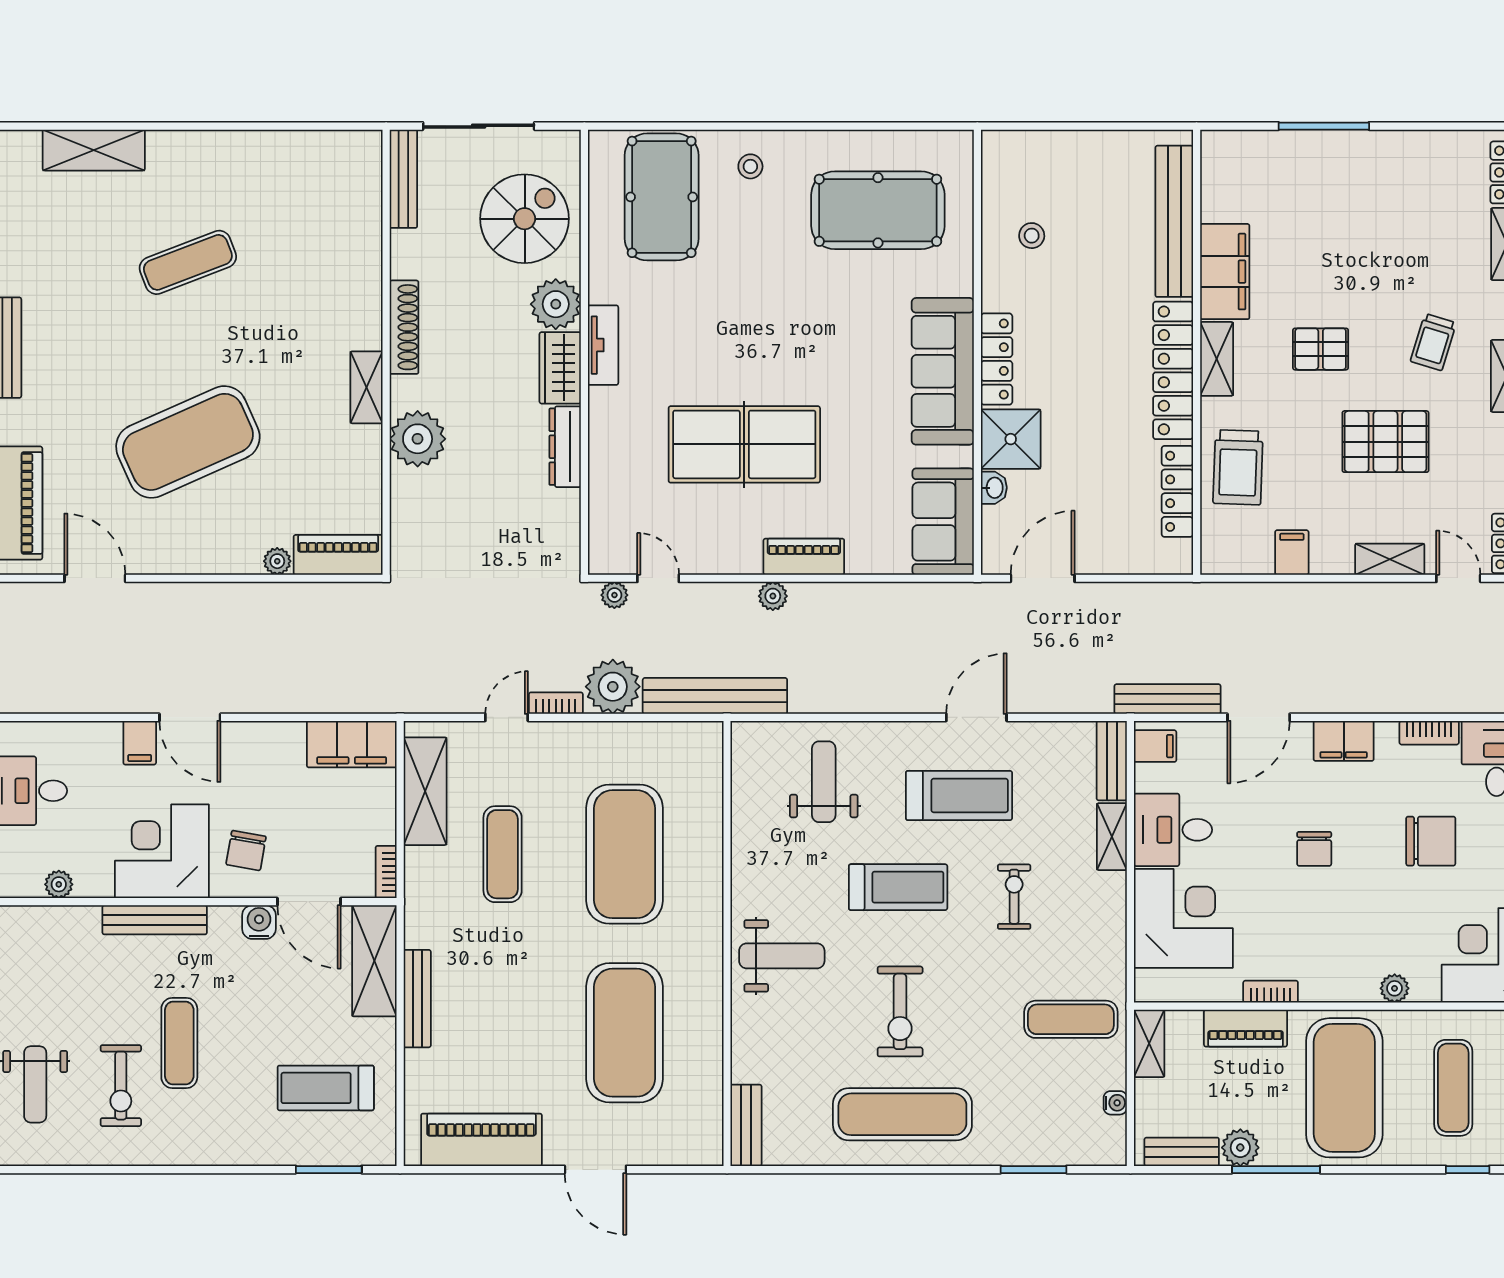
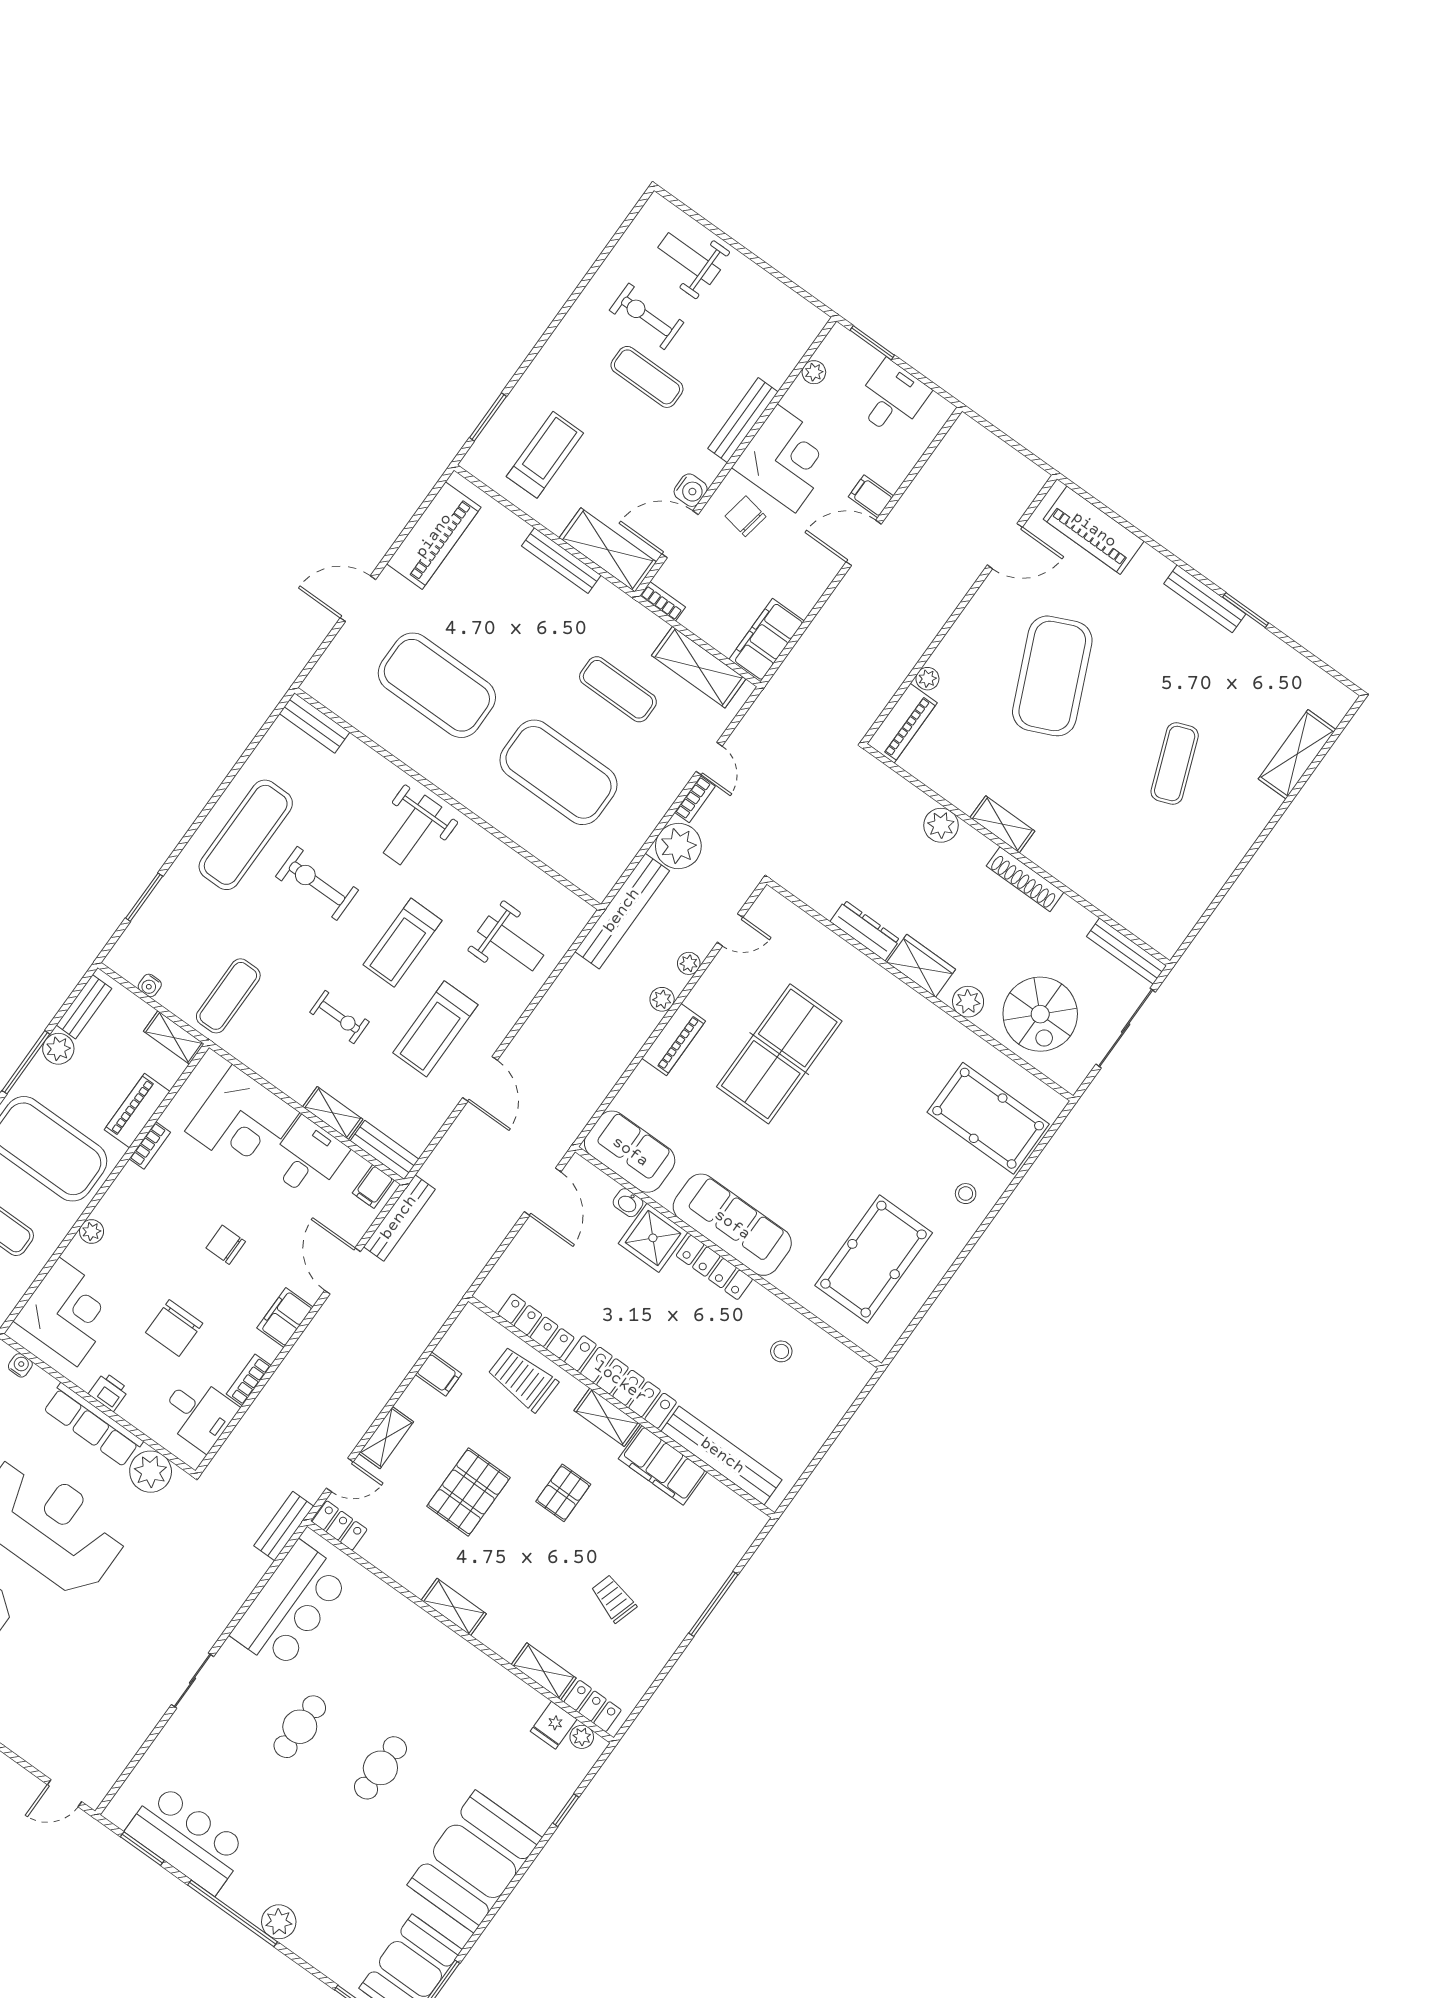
plant: (556, 304) -> (968, 1002), width x0.73, depth x0.73
trolley: (1433, 342) -> (614, 1599), moved
tv unit: (603, 345) -> (916, 1006), removed
plant: (418, 439) -> (941, 825), width x0.73, depth x0.73
plant: (614, 595) -> (689, 963), moved

